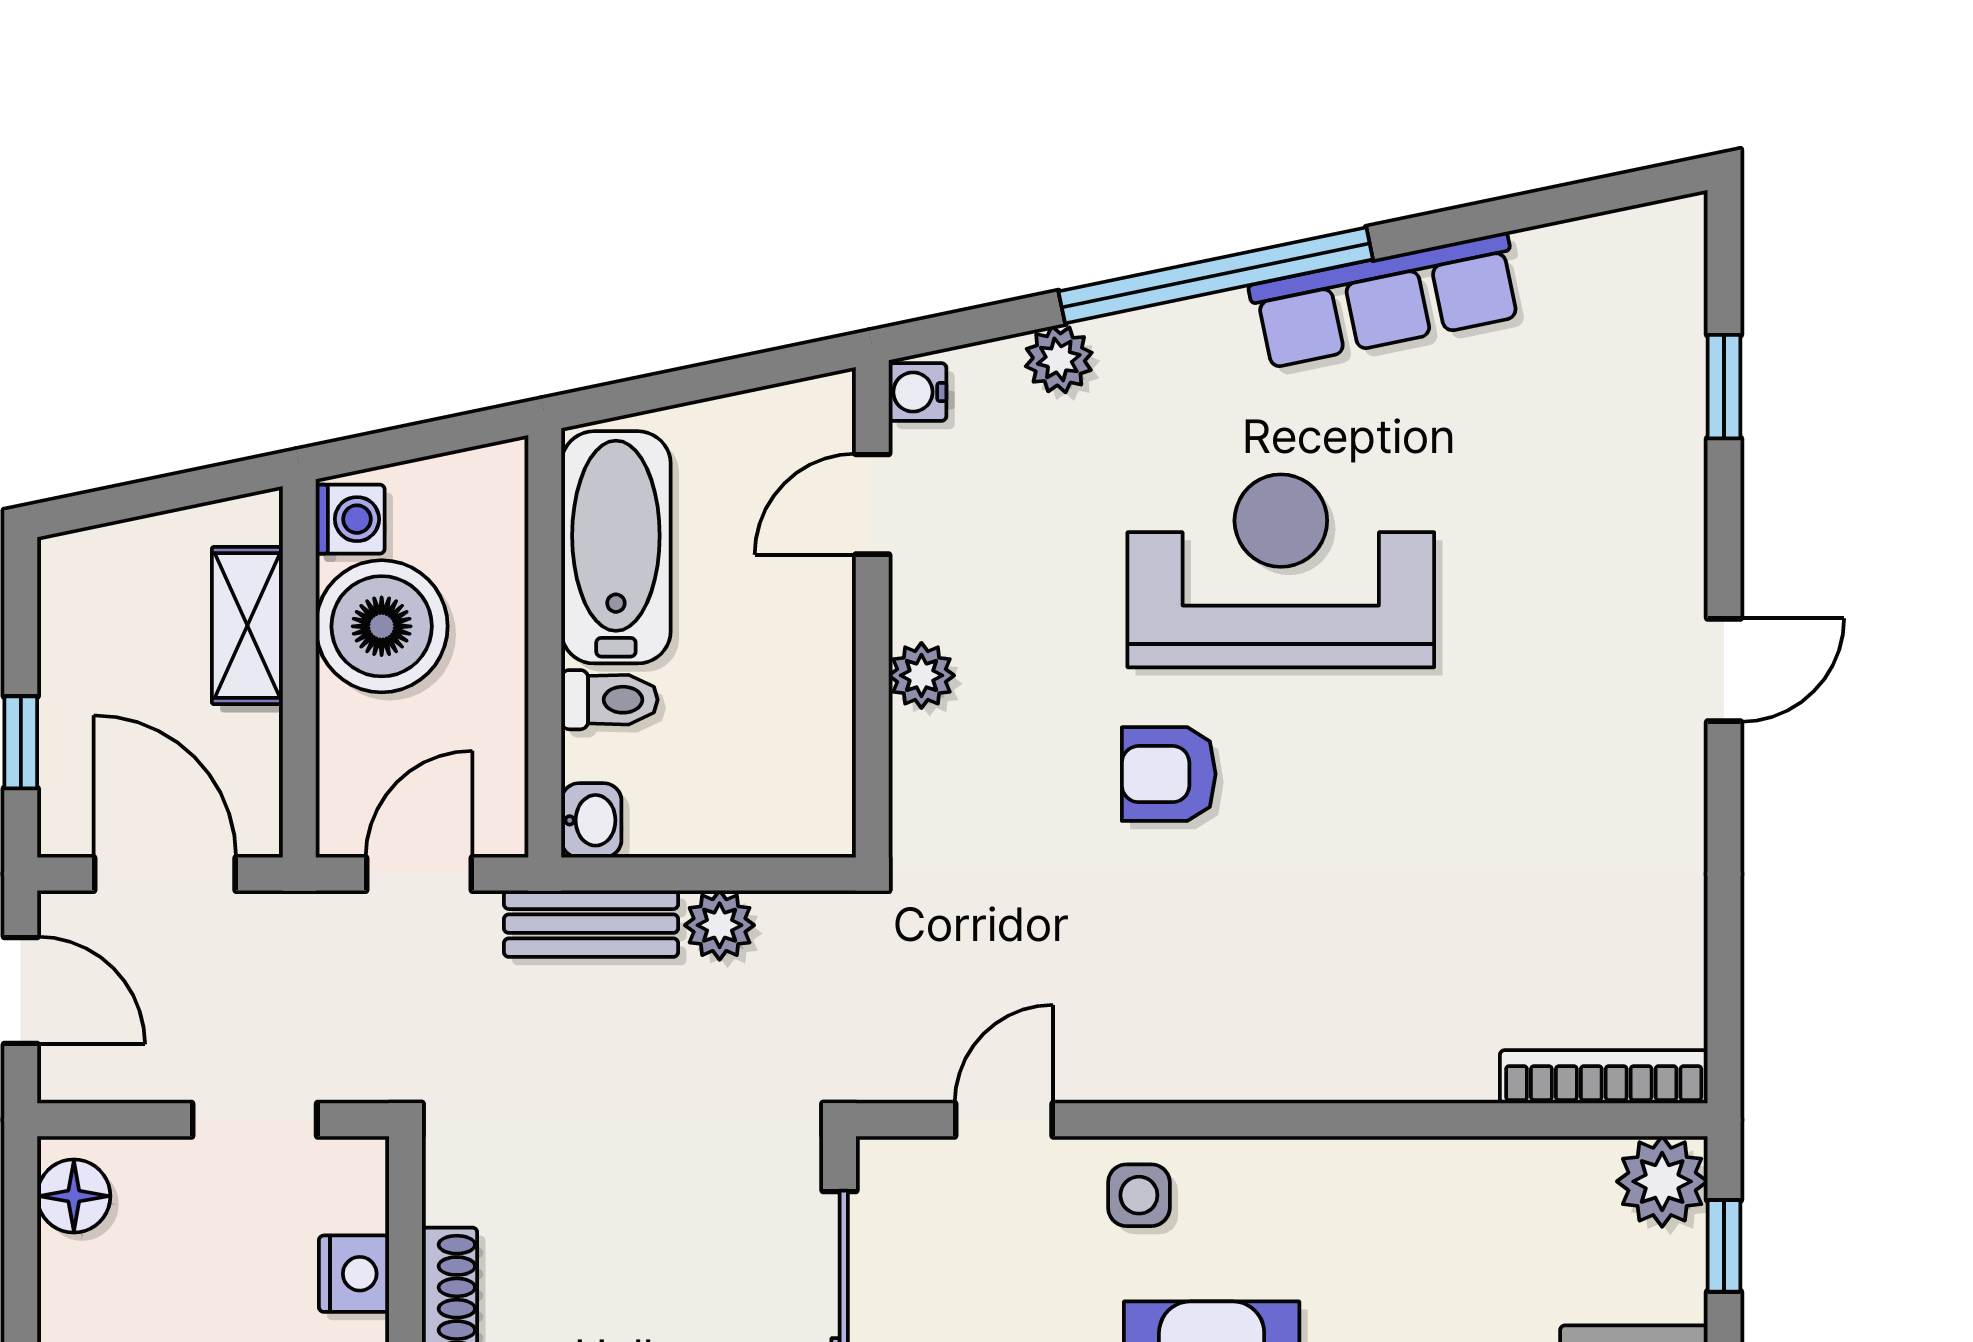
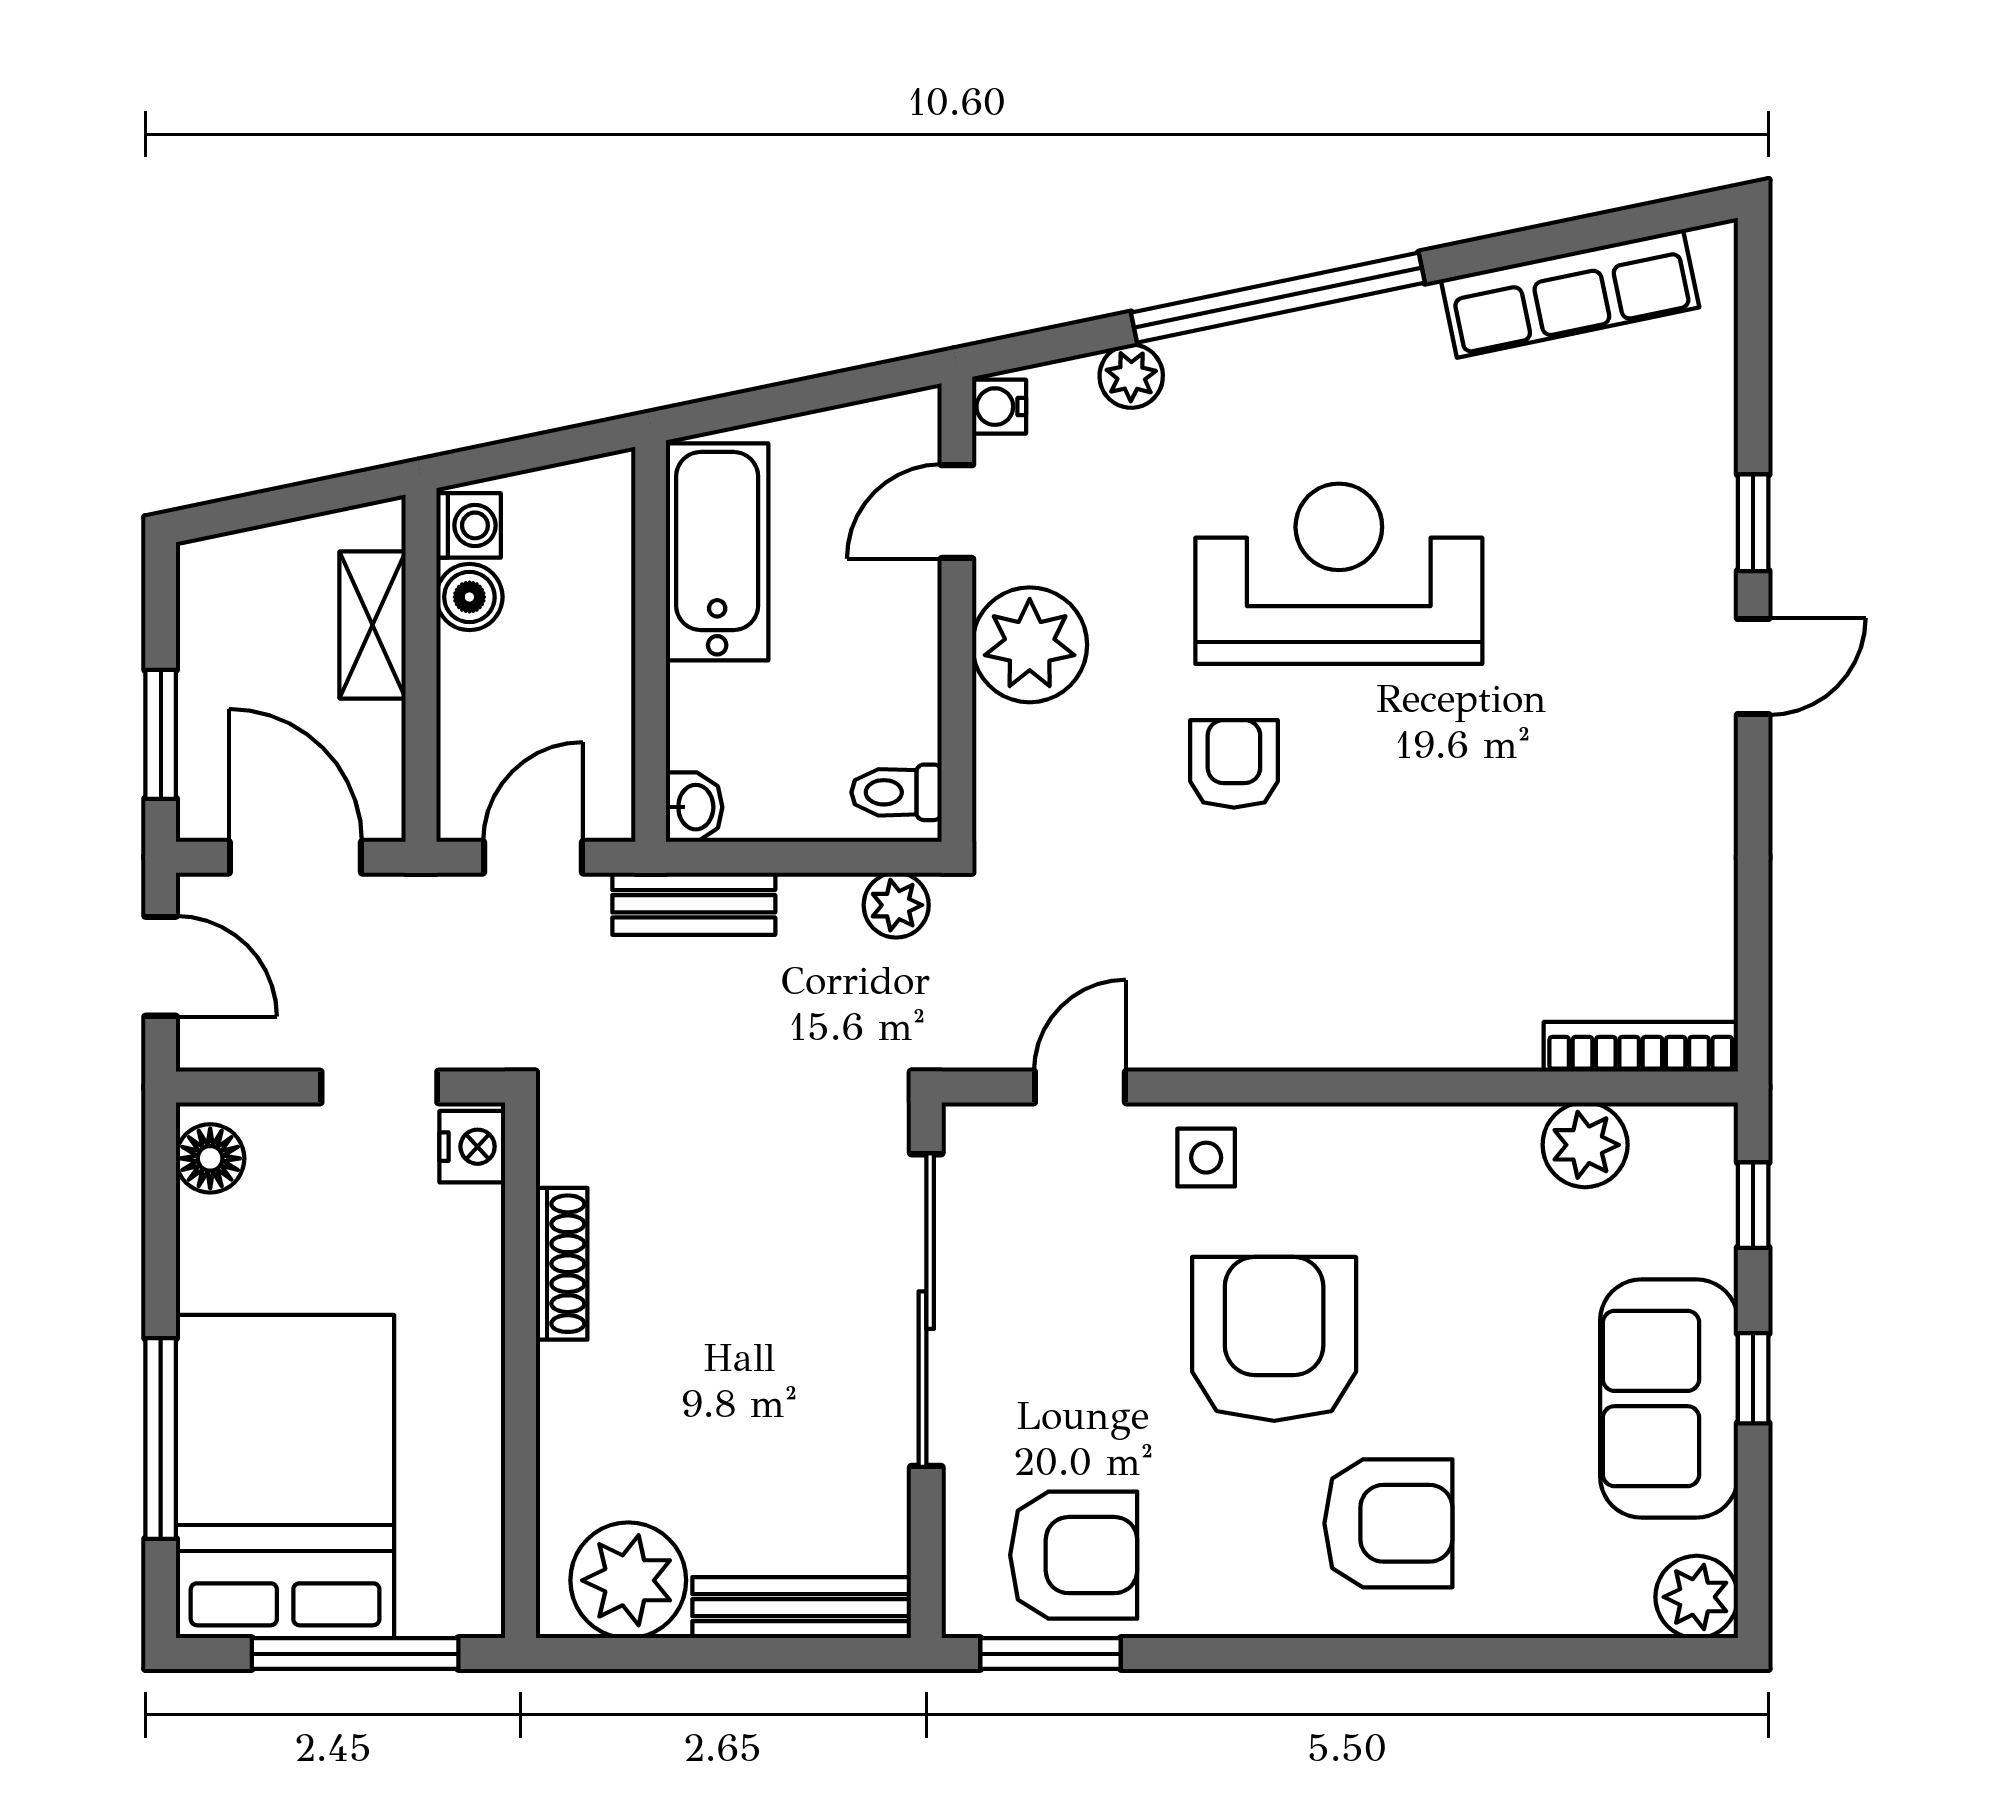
row of seats: (1386, 301) -> (1570, 293), moved
window: (1724, 387) -> (1753, 523), moved
boiler: (382, 626) -> (469, 597), width x0.54, depth x0.54
plant: (921, 675) -> (1030, 645), width x1.88, depth x1.88
toilet: (609, 700) -> (896, 792), moved, turned 180
window: (21, 742) -> (161, 734), width x1.50
armchair: (1169, 774) -> (1234, 764), turned 90
plant: (720, 925) -> (896, 905), moved
plant: (1662, 1181) -> (1585, 1145), moved
nightstand: (354, 1274) -> (472, 1147), moved

